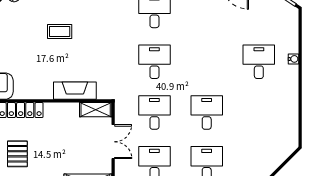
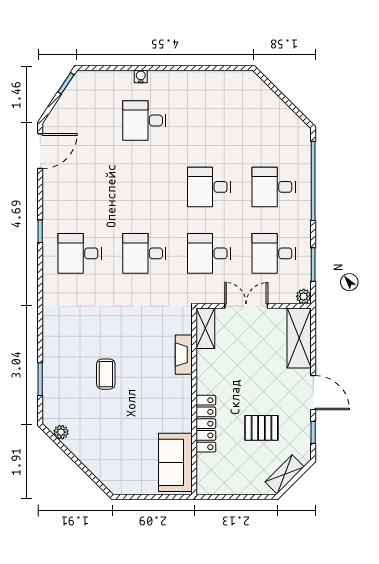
fireplace: (75, 91) -> (184, 355), width x0.73, depth x0.76

